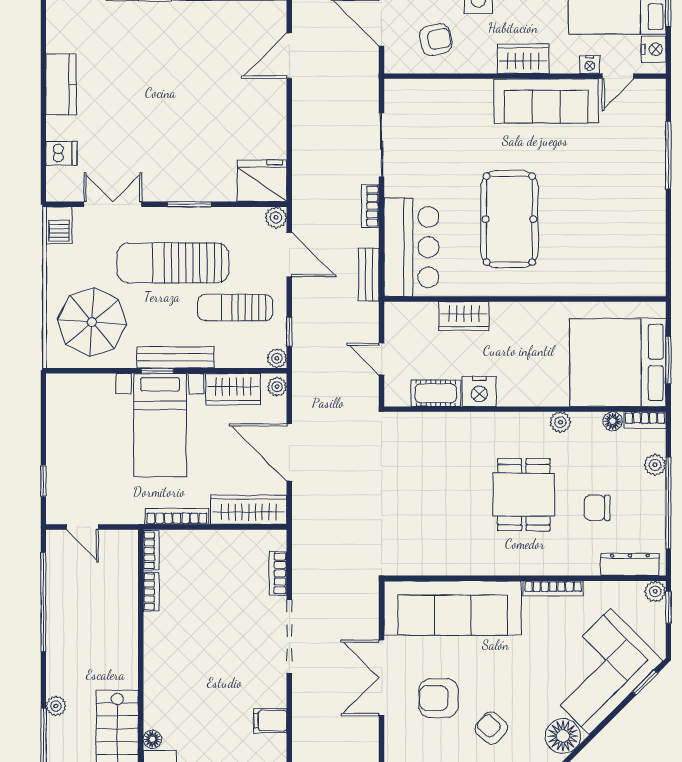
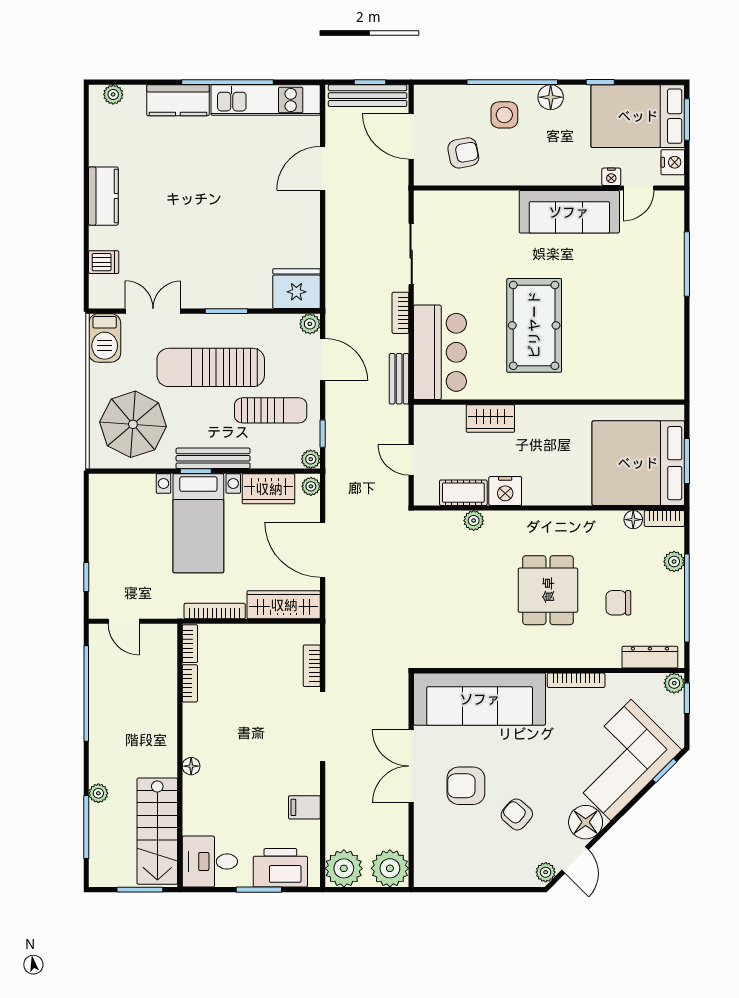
wardrobe: (523, 59) -> (547, 171), removed
barbecue: (59, 225) -> (105, 338), width x1.38, depth x1.27
sun lounger: (235, 308) -> (271, 410), turned 180
plant: (560, 422) -> (474, 521), moved
floor lamp: (152, 739) -> (191, 766), moved

